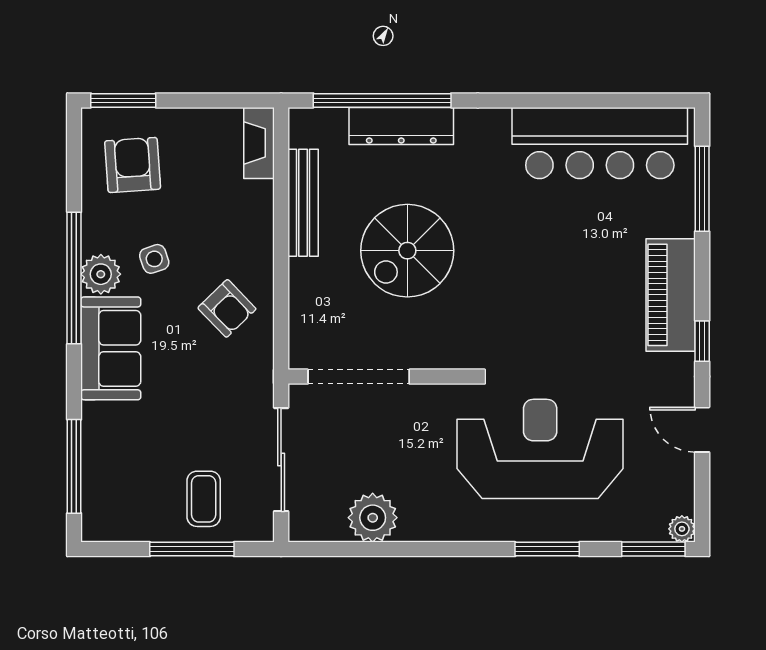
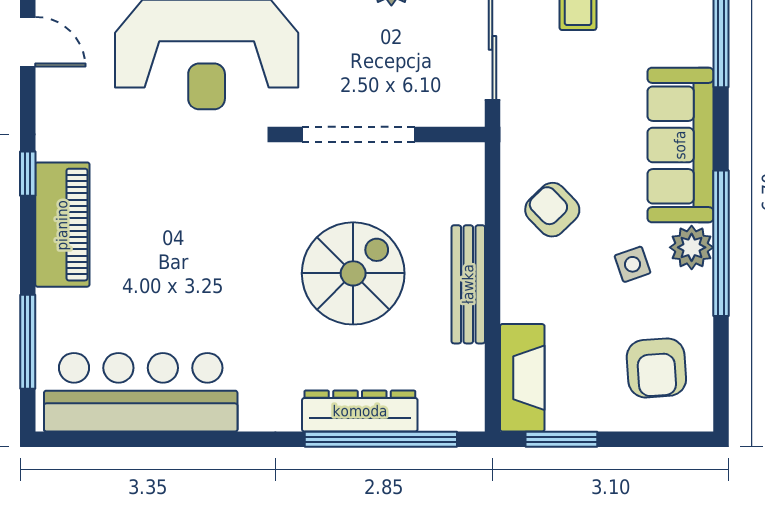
window: (123, 100) -> (561, 439), moved
fireplace: (259, 143) -> (522, 378), width x1.37, depth x1.32
bench: (303, 203) -> (468, 284), moved
sofa: (111, 348) -> (680, 145), width x1.36
doorway: (359, 377) -> (359, 134), moved
door: (702, 430) -> (28, 42), moved

